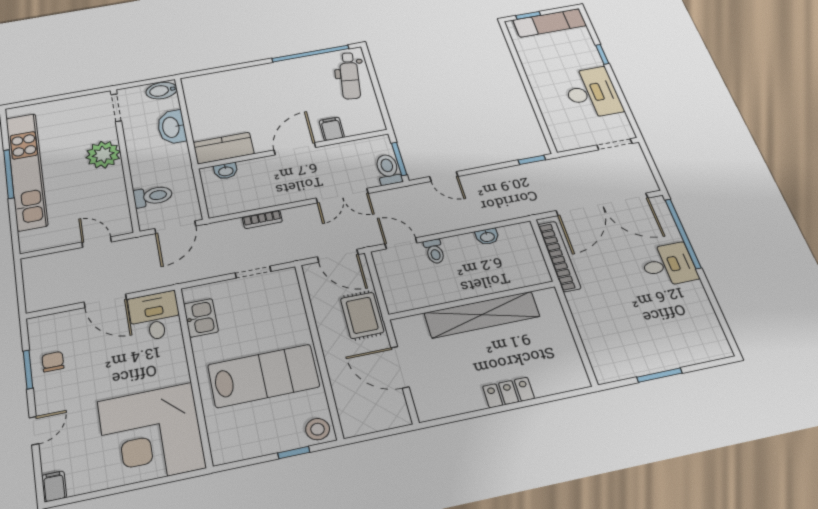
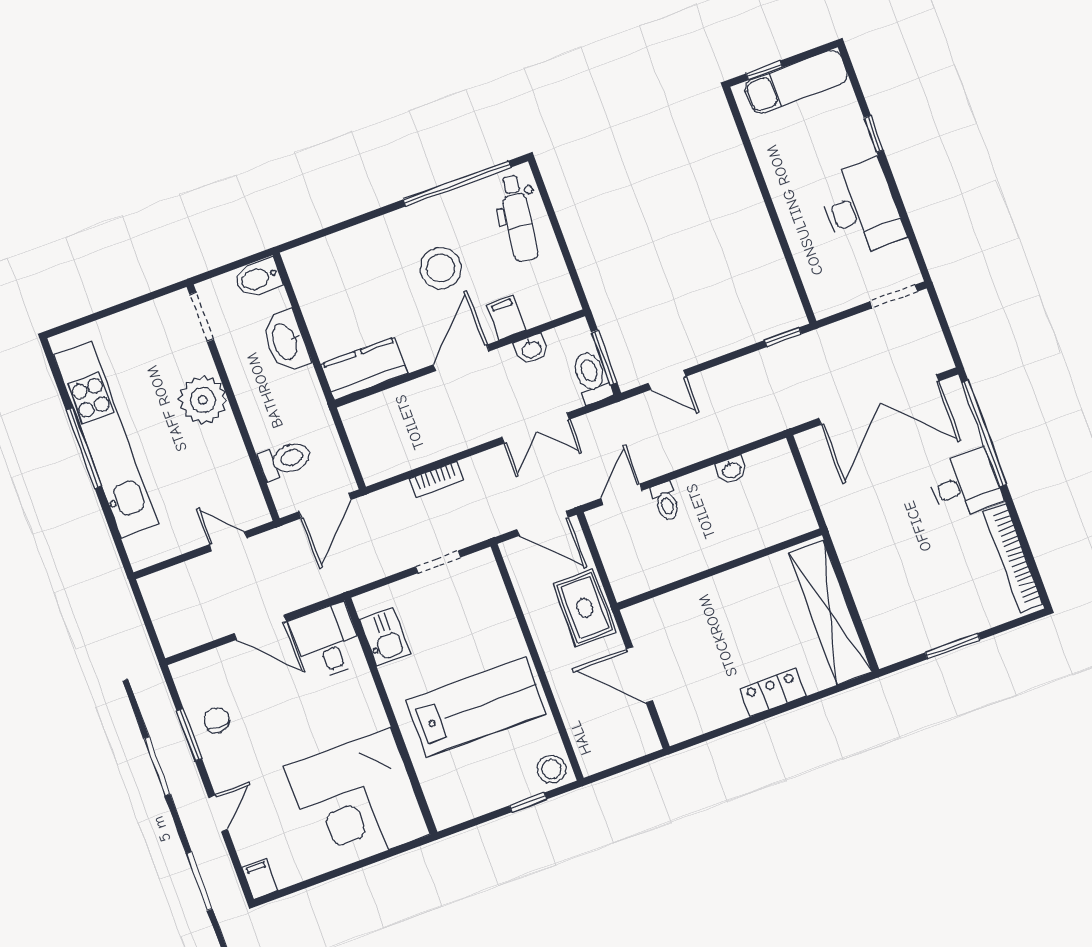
stool: (290, 97) -> (441, 268), added
washbasin: (226, 171) -> (531, 349), moved
door: (401, 243) -> (621, 494), hinge flipped
bookcase: (559, 256) -> (1013, 558), moved, turned 180
shelving: (482, 315) -> (830, 612), moved, turned 90

